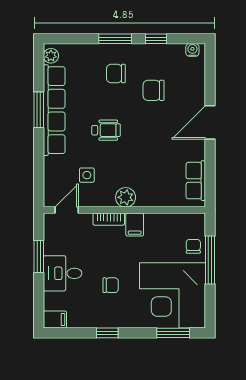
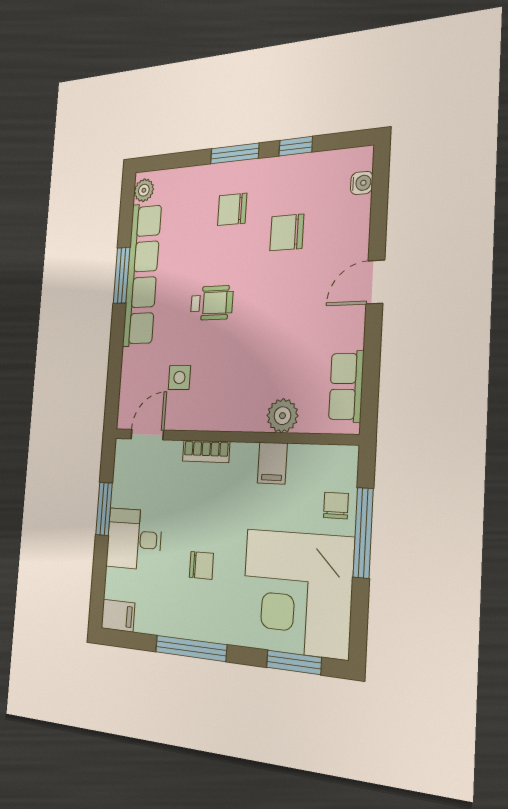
water cooler: (192, 50) -> (362, 183), moved, turned 90
door: (210, 122) -> (375, 282), width x0.73
plant: (126, 197) -> (282, 416), moved
filing cabinet: (135, 224) -> (272, 463), moved
window: (107, 333) -> (191, 648), width x2.17

